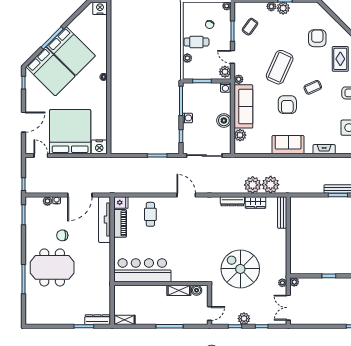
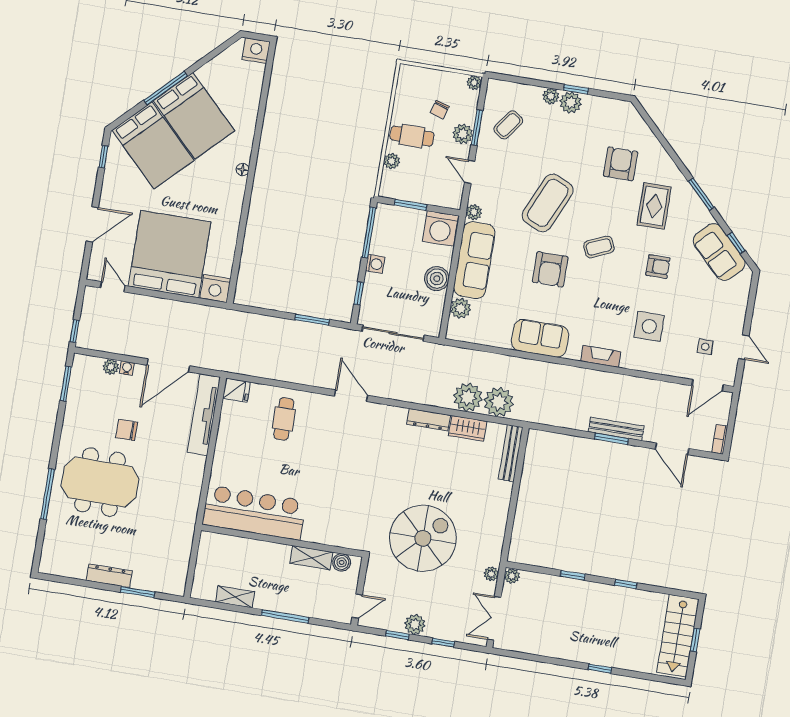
plant: (225, 72) -> (463, 134), moved
washing machine: (225, 88) -> (440, 228), width x1.89, depth x1.89
piano: (120, 223) -> (229, 426), removed
spiral stairs: (240, 269) -> (423, 538), turned 90
dresser: (97, 320) -> (109, 576), moved
shelving: (124, 320) -> (235, 597), moved

